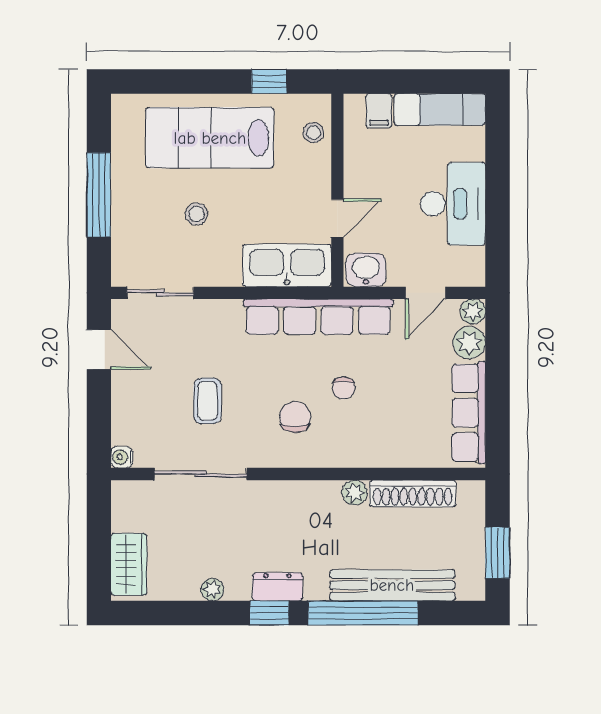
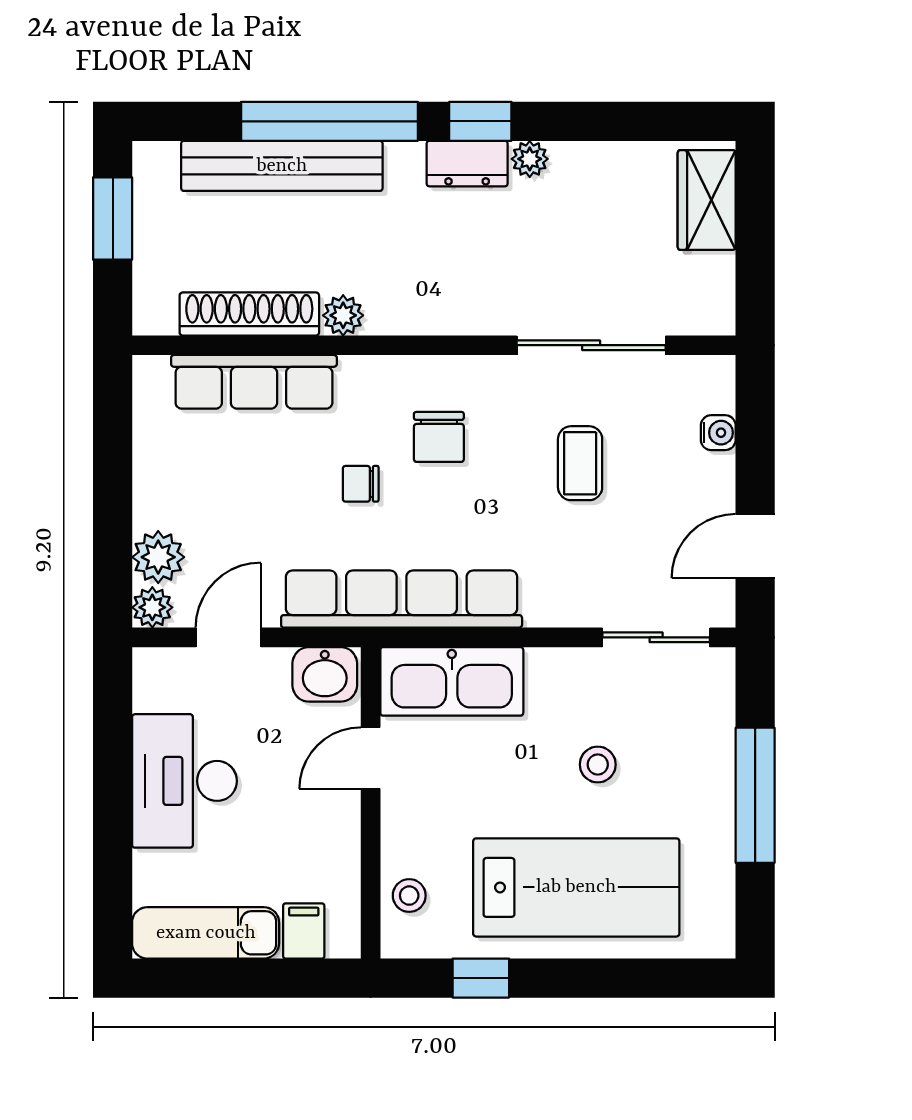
door: (99, 349) -> (755, 546), hinge flipped
chair: (344, 388) -> (361, 484), turned -90
row of seats: (469, 413) -> (254, 382), moved, turned 90
water cooler: (122, 457) -> (718, 433), moved
plant: (212, 590) -> (530, 159), moved

